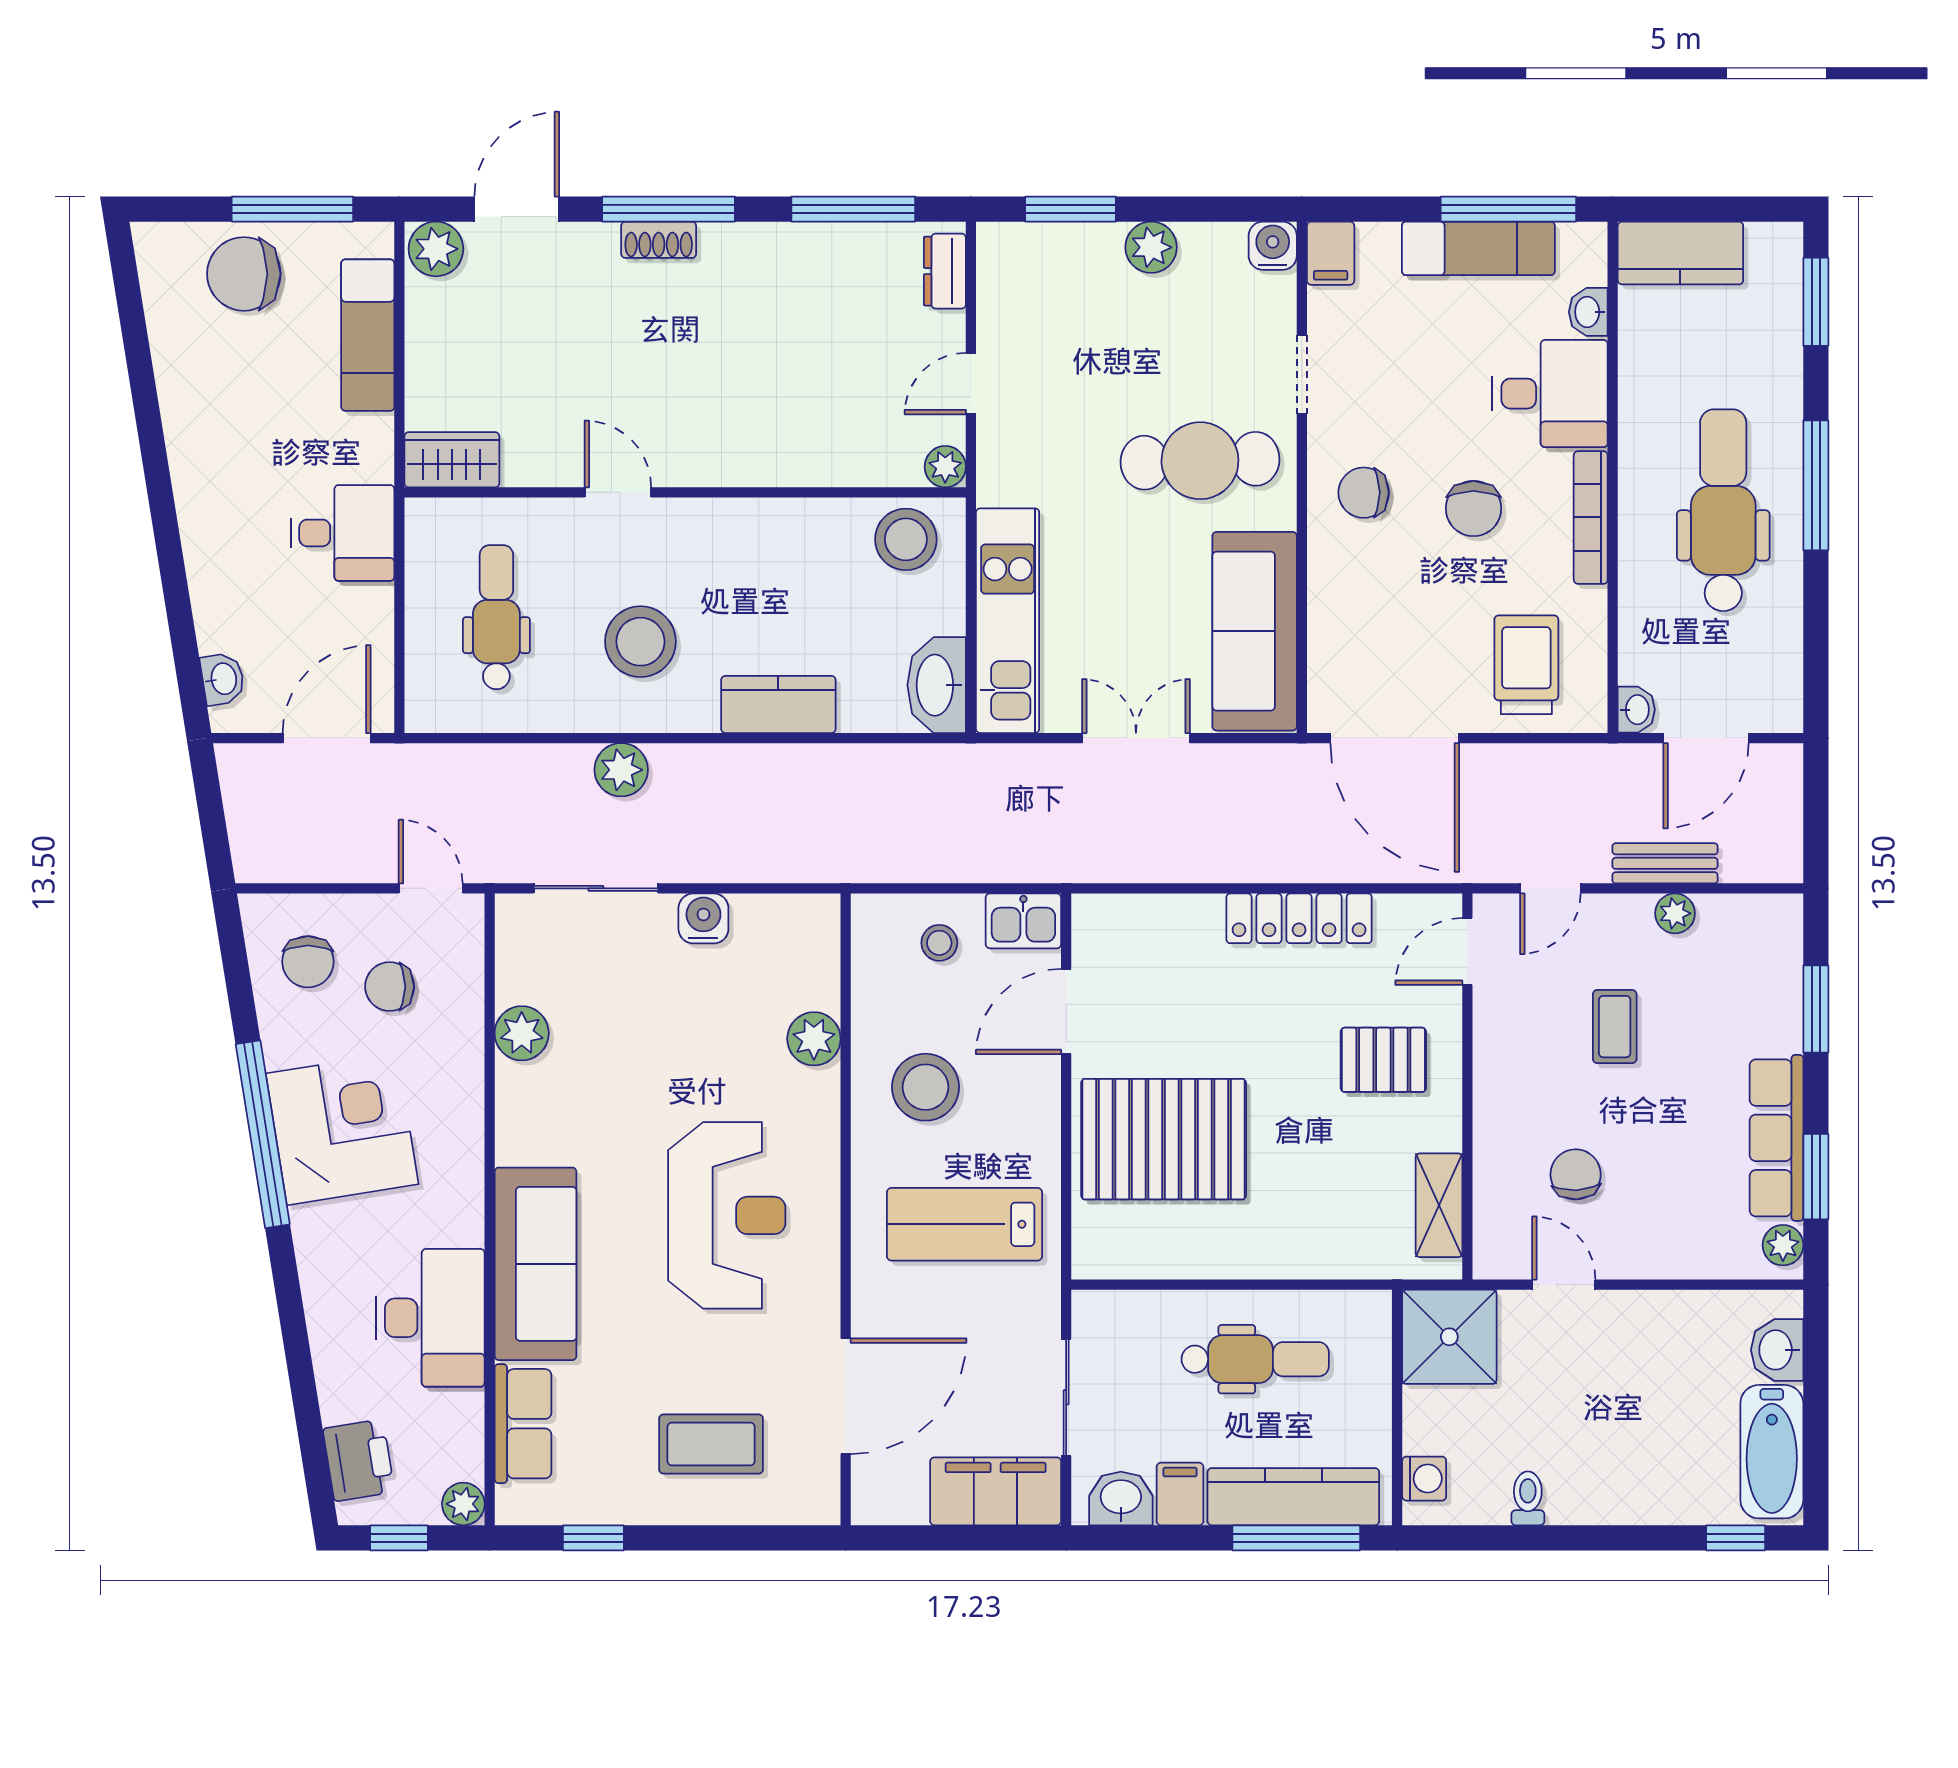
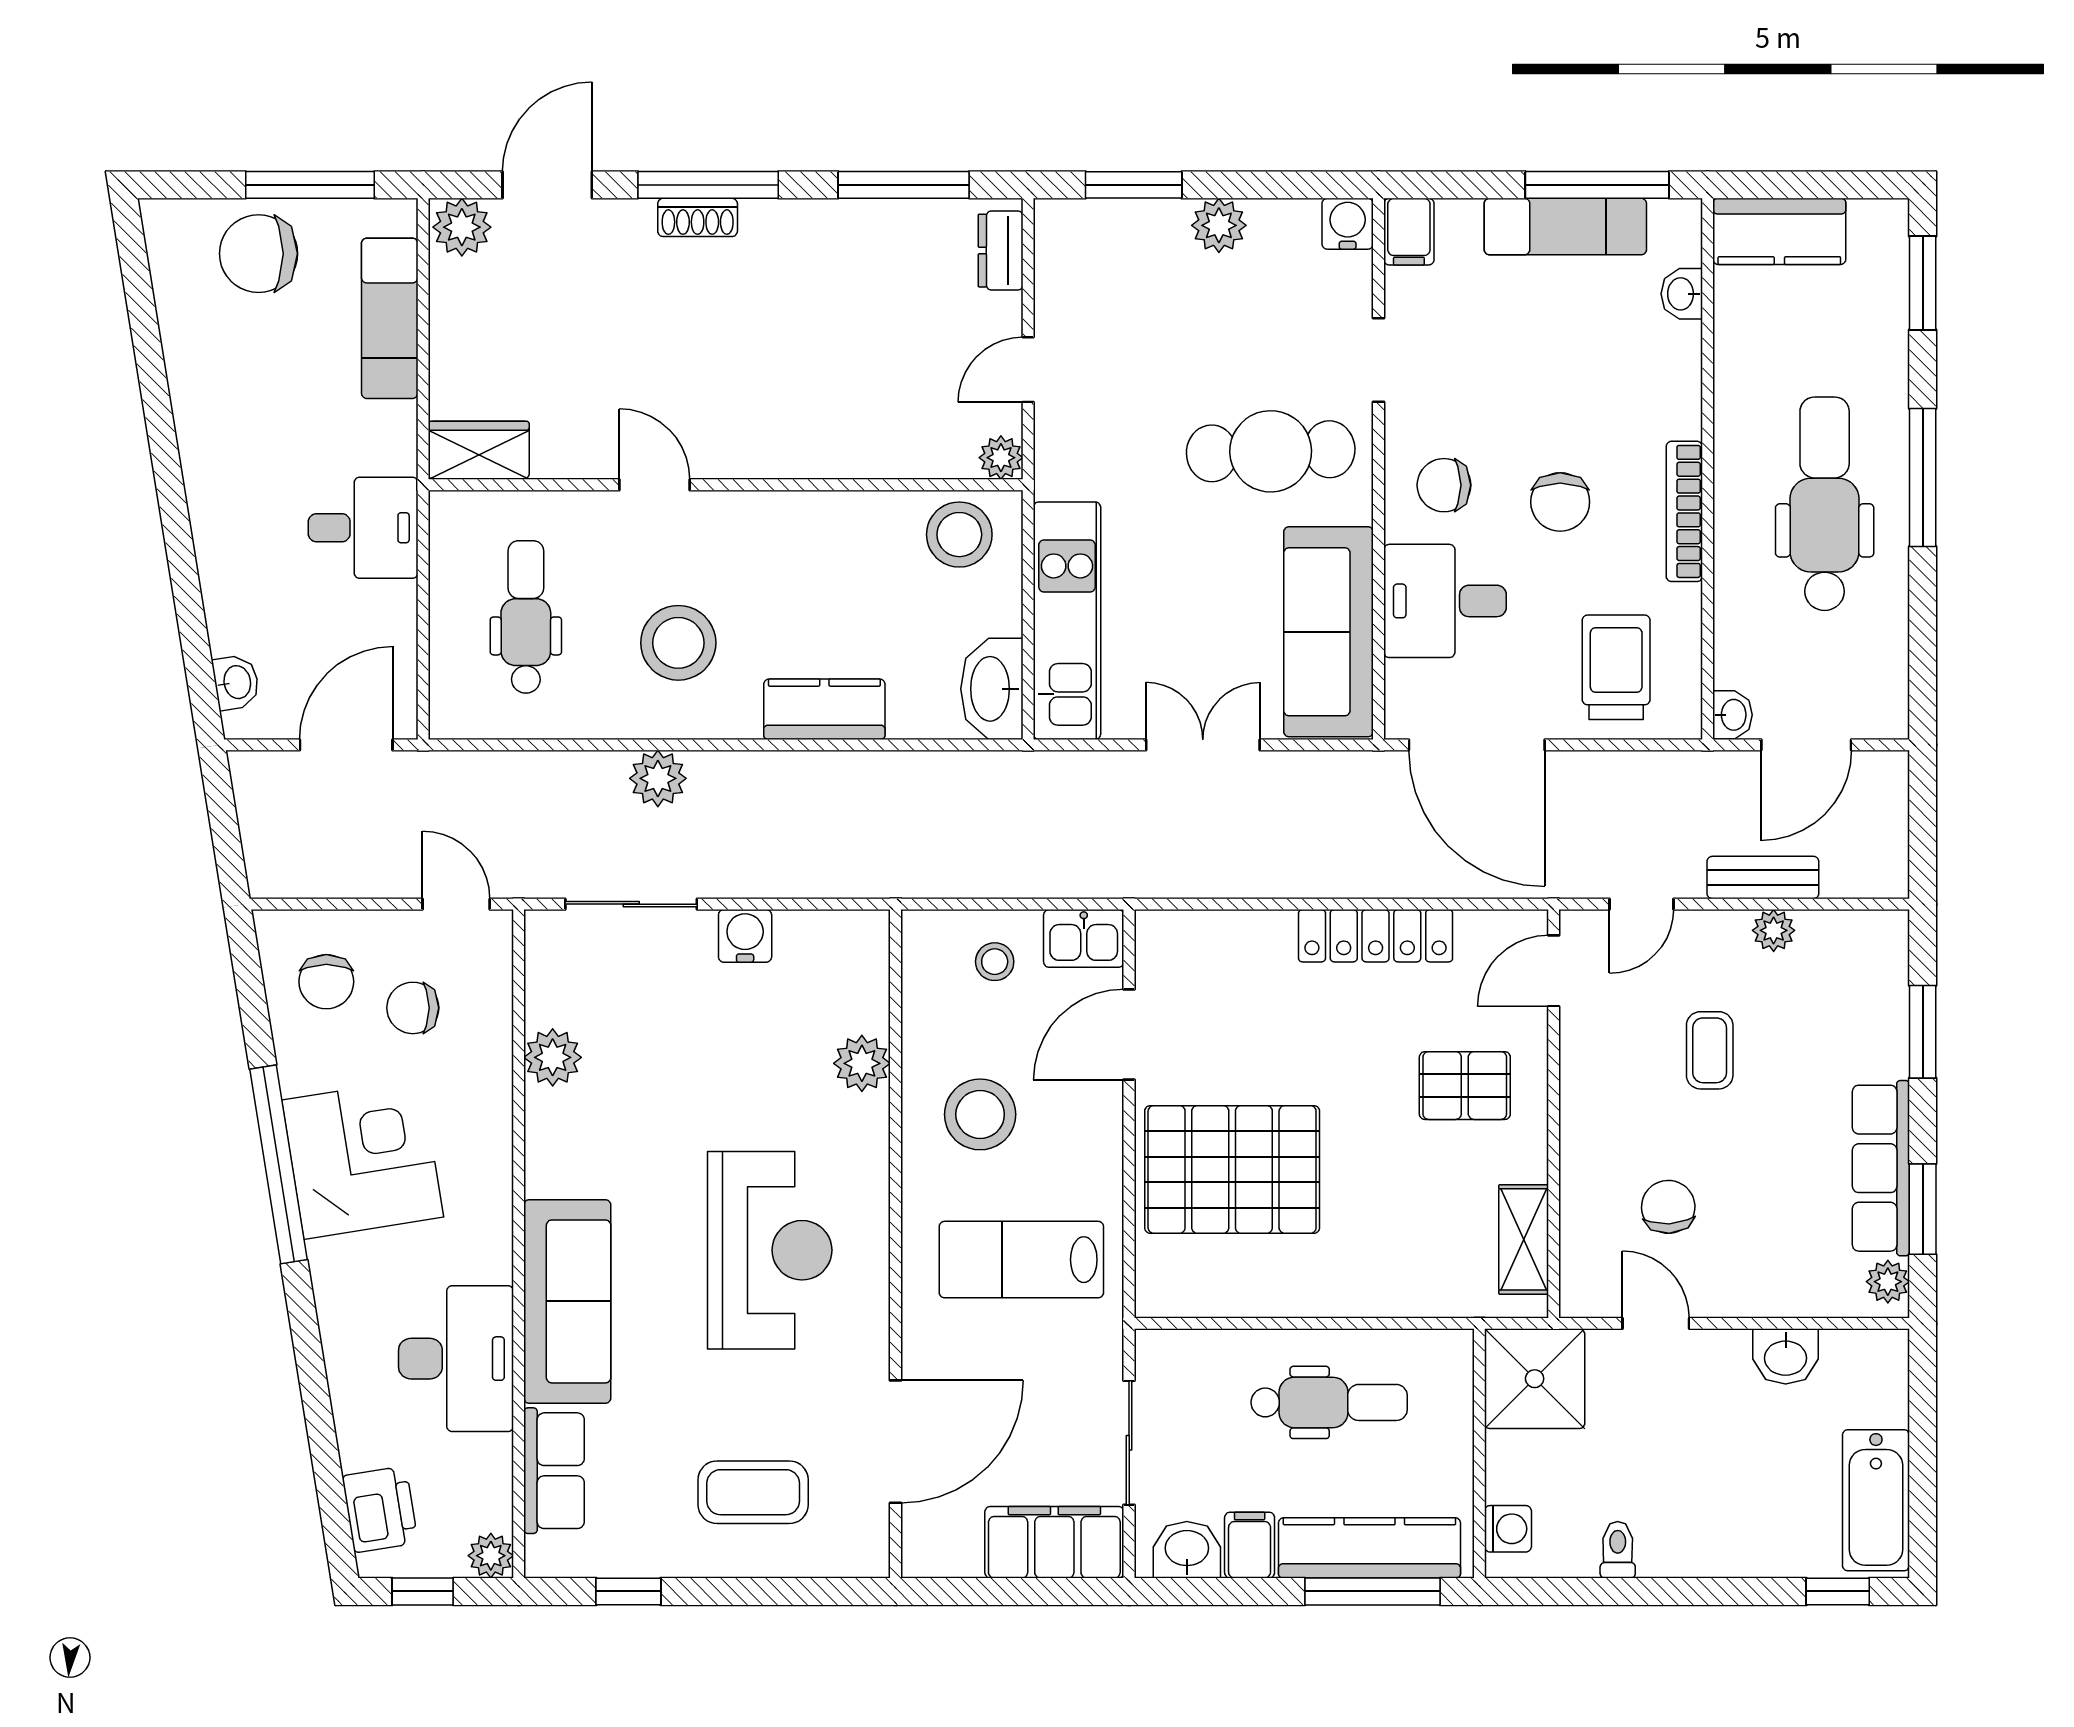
desk: (1550, 394) -> (1445, 601), moved, turned 180
washbasin: (1777, 1350) -> (1786, 1356), moved, turned -90

